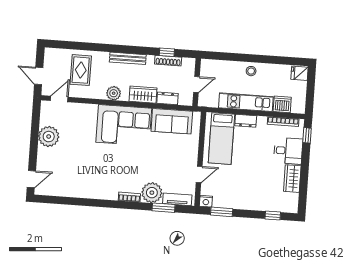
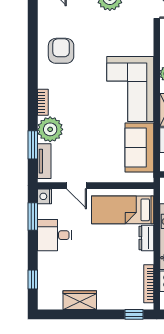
desk: (288, 151) -> (55, 235), moved, turned 90
armchair: (89, 179) -> (61, 51), added

